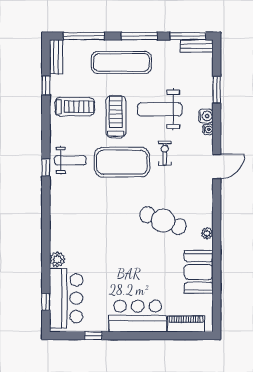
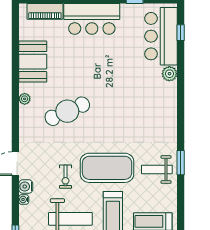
water cooler: (206, 116) -> (26, 187), moved
window: (46, 168) -> (181, 163), width x1.50
cafe table: (163, 221) -> (67, 111), turned -45

